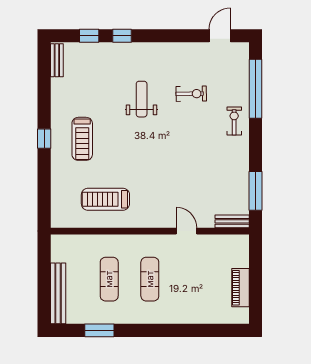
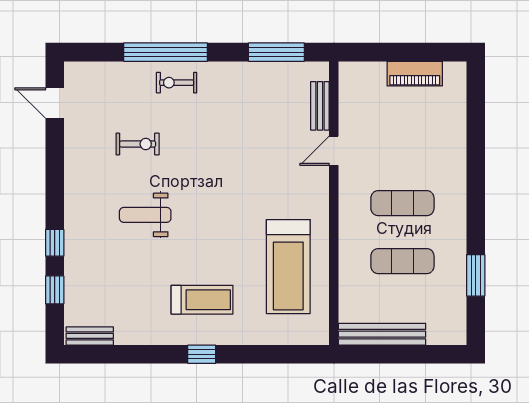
window: (255, 89) -> (166, 52), moved
exercise bike: (191, 94) -> (138, 144), turned 91
treadmill: (105, 199) -> (288, 267), width x1.37, depth x1.38
bench: (232, 221) -> (320, 106), moved
bench: (58, 293) -> (382, 334), moved

